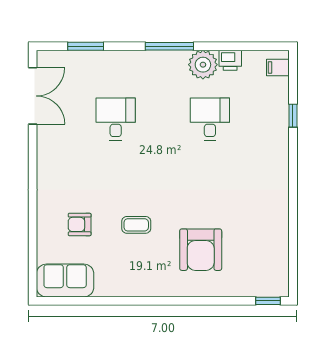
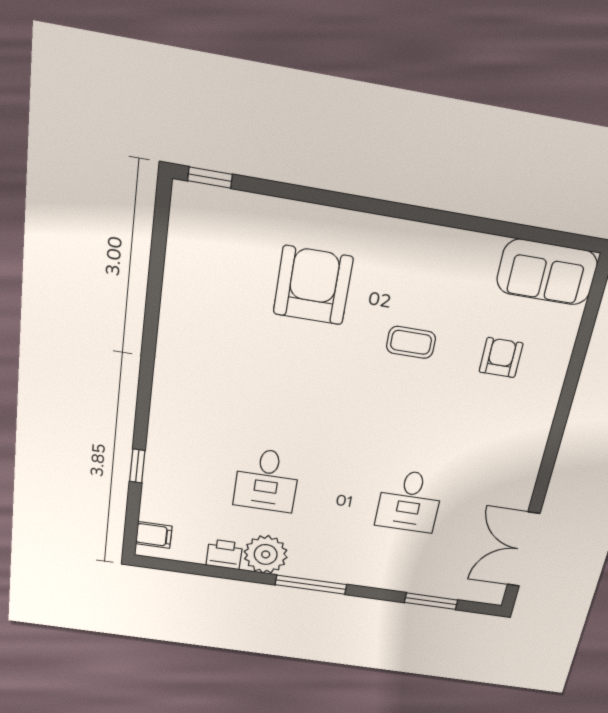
armchair: (80, 224) -> (501, 358), turned -90

